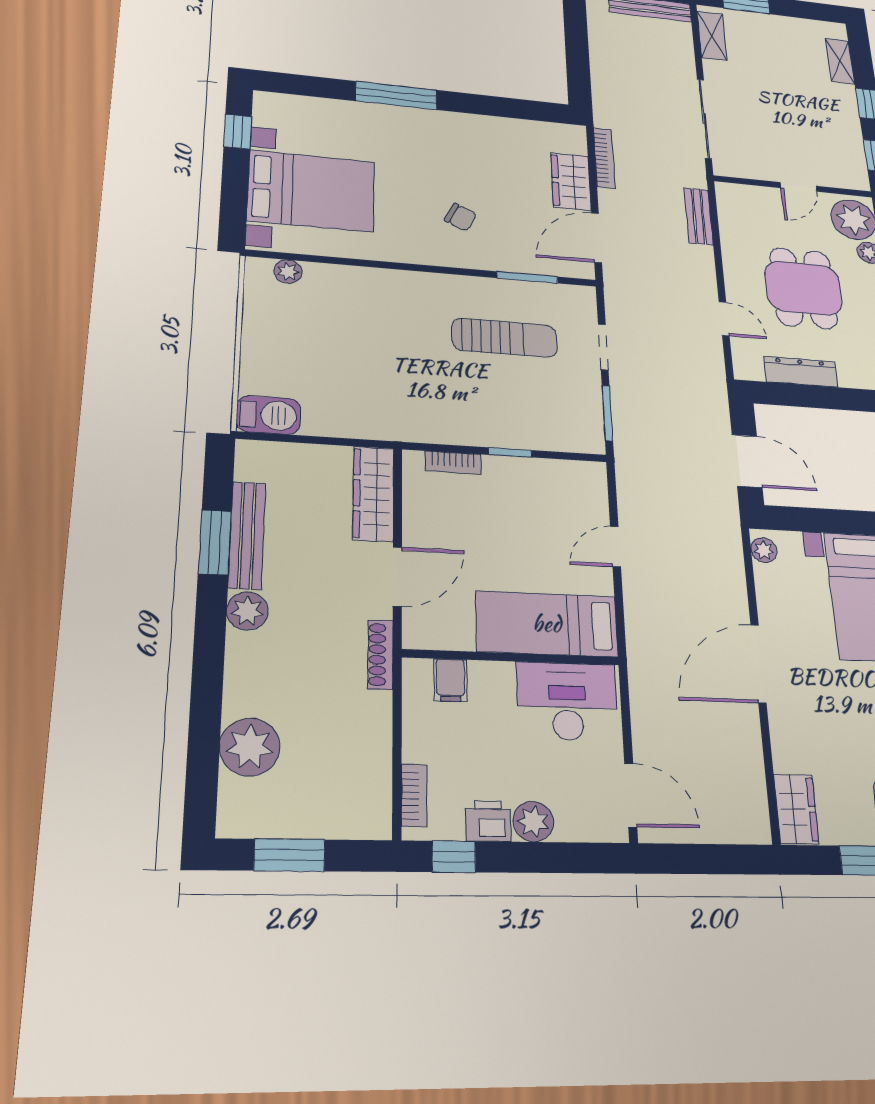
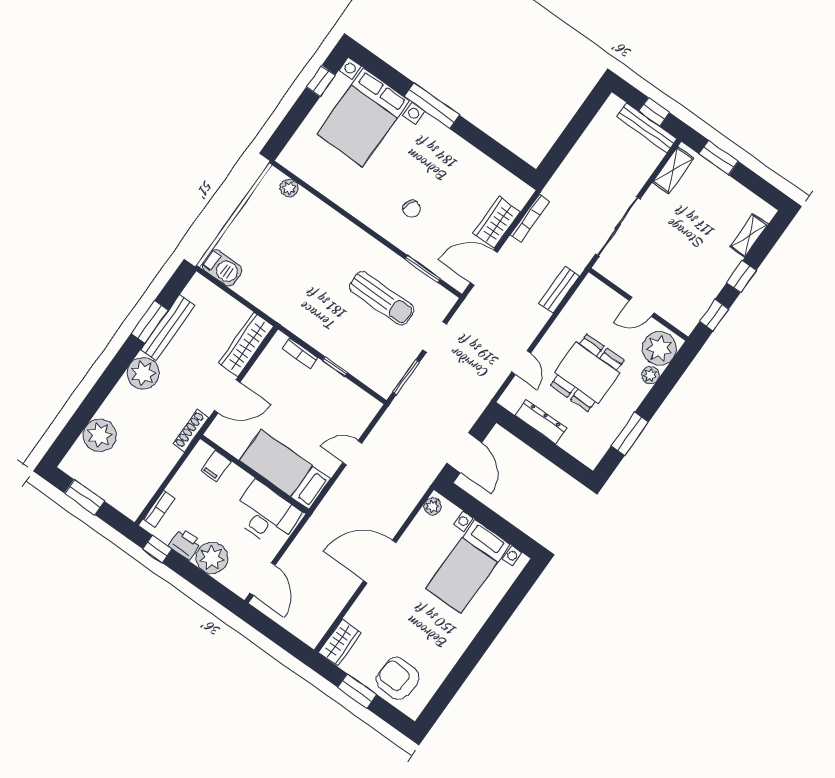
bed with nightstands: (311, 191) -> (363, 117), moved, turned 90
plant: (247, 611) -> (143, 373), width x1.36, depth x1.36
plant: (533, 822) -> (212, 558), width x1.36, depth x1.36

